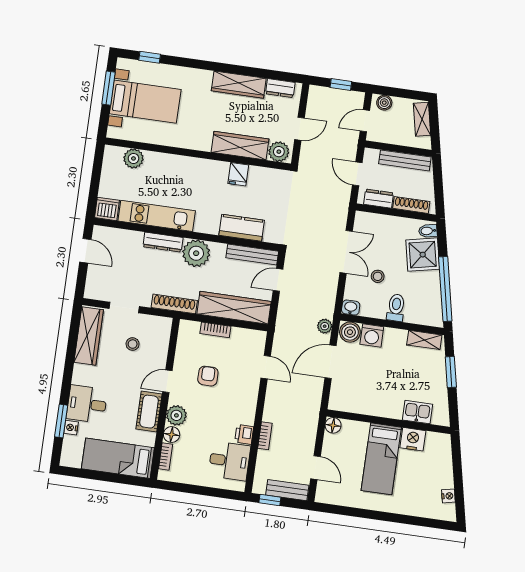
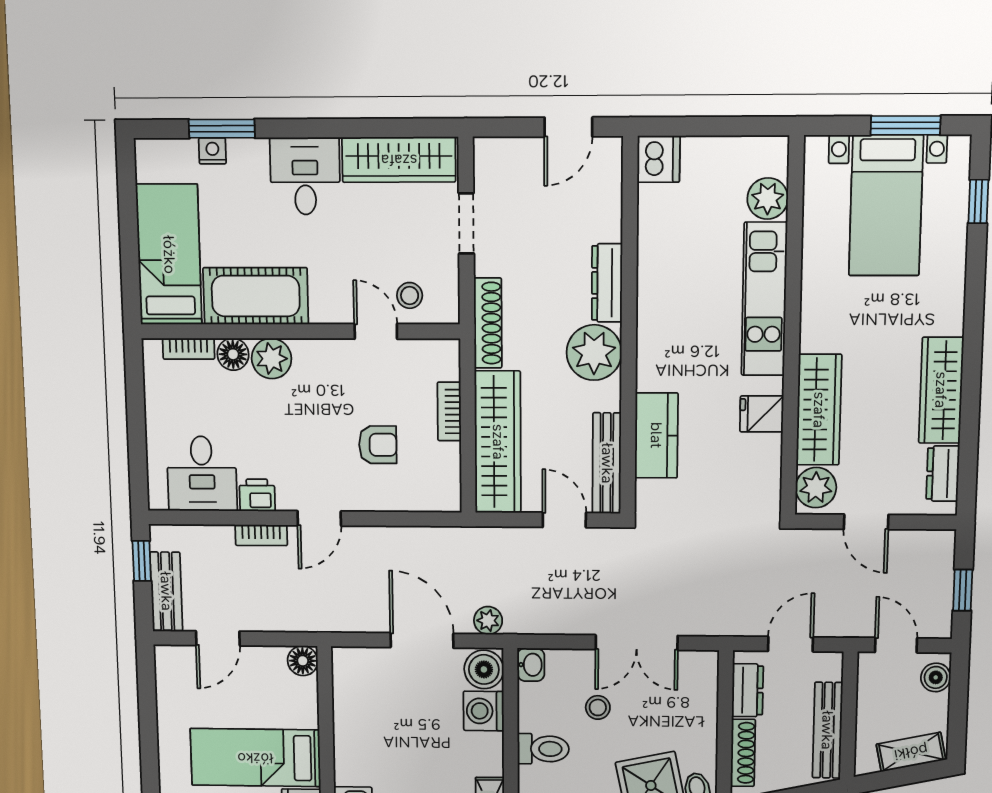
kitchen unit: (157, 216) -> (764, 299), moved, turned 180
stool: (133, 344) -> (410, 295), moved
door: (266, 367) -> (319, 518), moved
armchair: (208, 376) -> (378, 445), moved
door: (167, 381) -> (376, 331), moved
desk: (87, 404) -> (305, 176), moved
cot: (149, 412) -> (256, 296), width x1.37, depth x1.34

